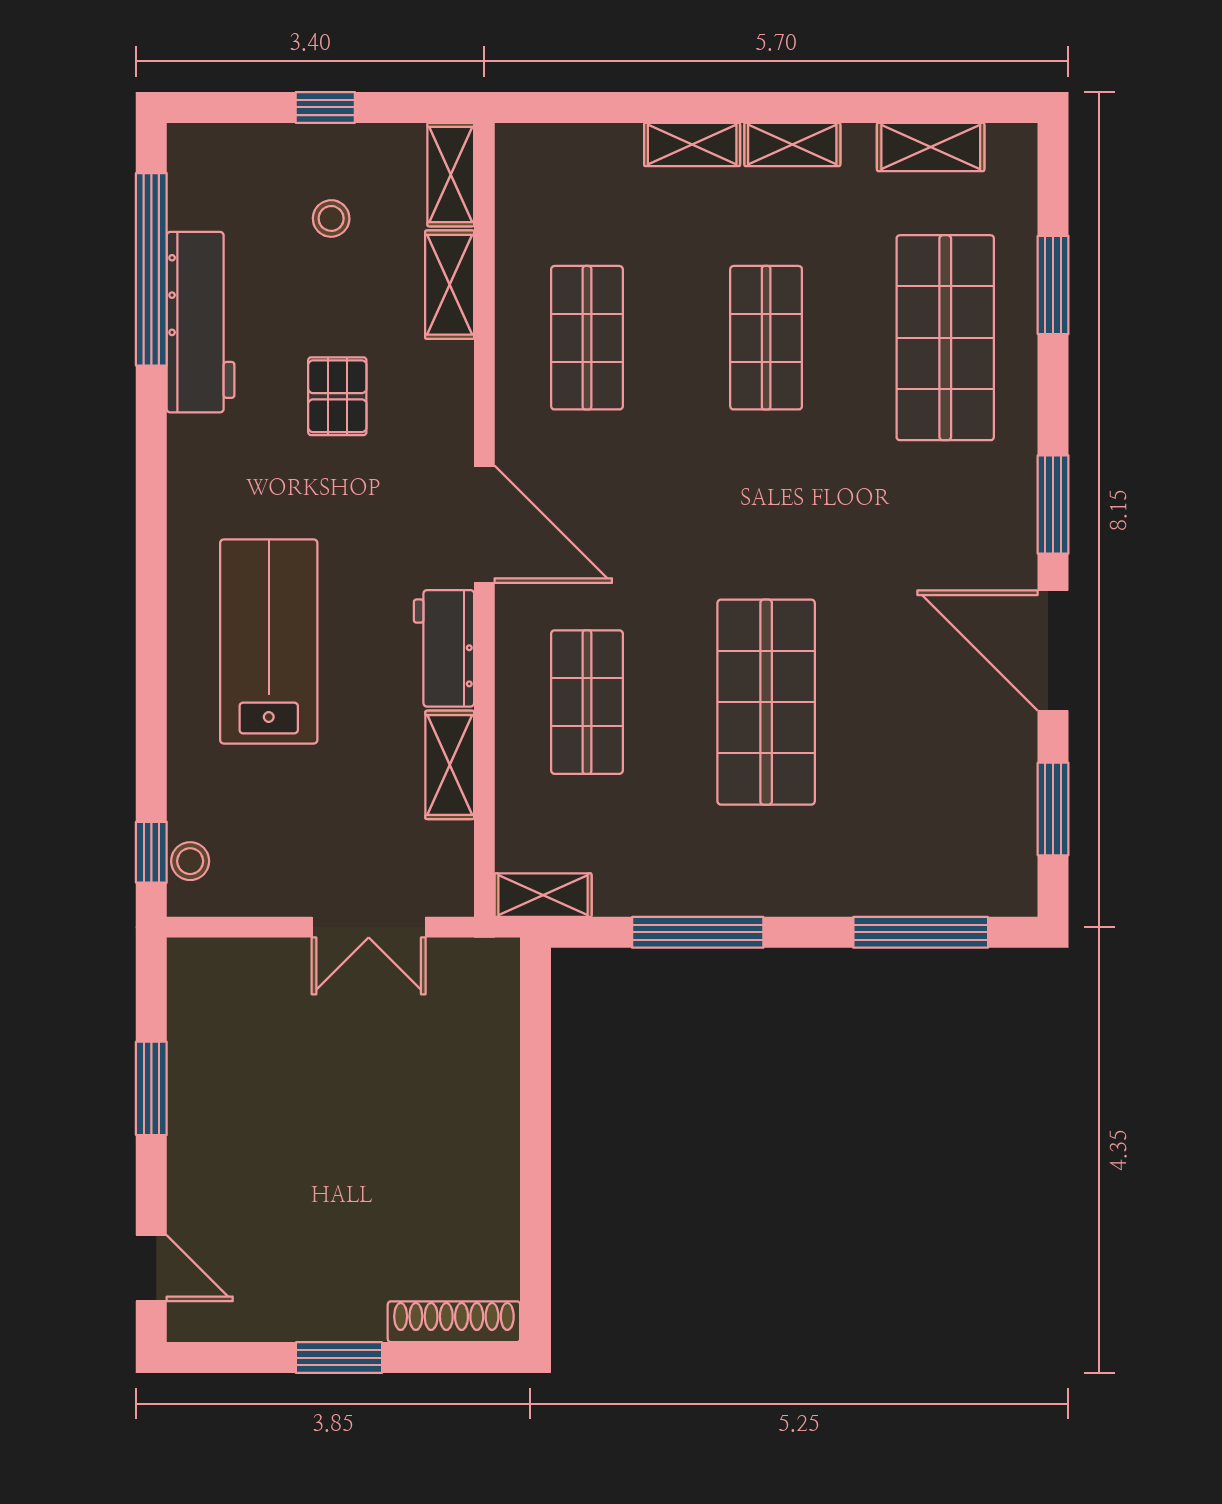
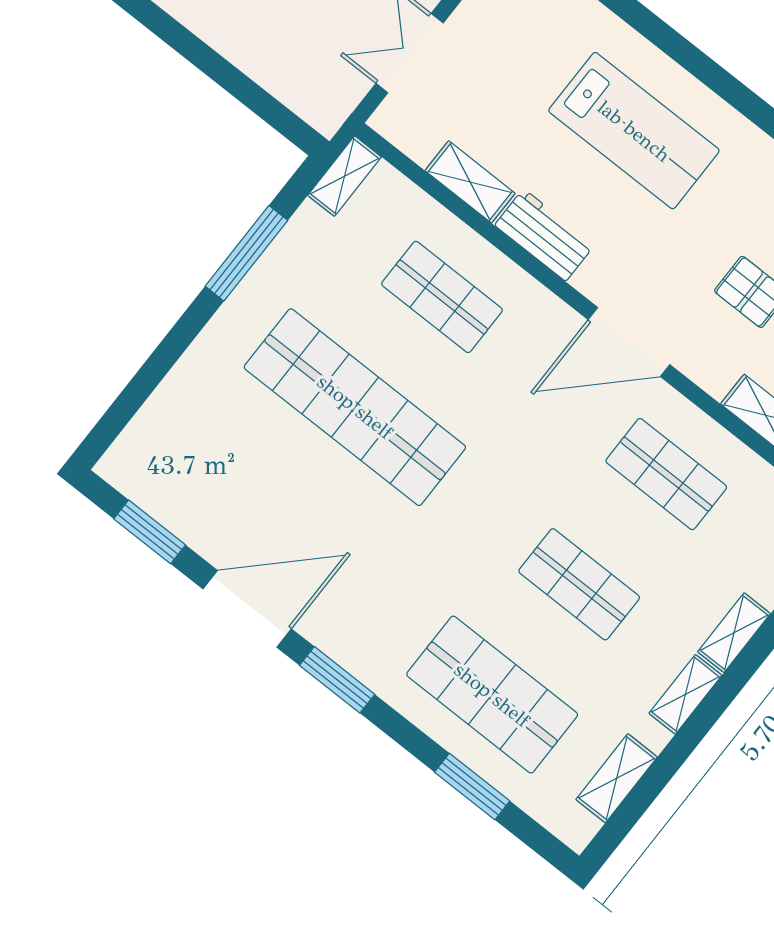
door: (484, 524) -> (629, 342), moved
shop shelf: (766, 702) -> (355, 407), width x1.40
window: (921, 932) -> (138, 390), removed

